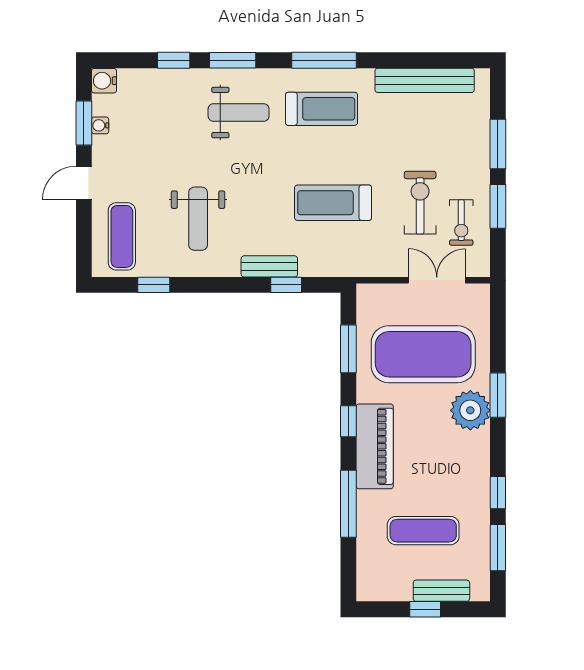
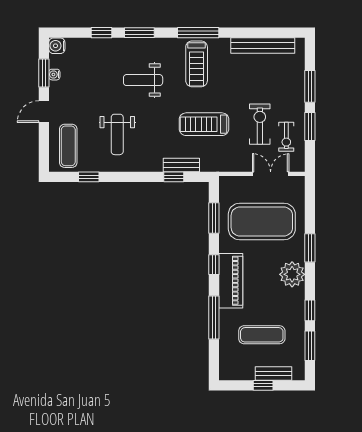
treadmill: (322, 109) -> (197, 64), turned 90
weight bench: (239, 112) -> (143, 80), moved, turned 180
bench: (269, 266) -> (181, 165), moved
plant: (470, 410) -> (292, 274), moved

